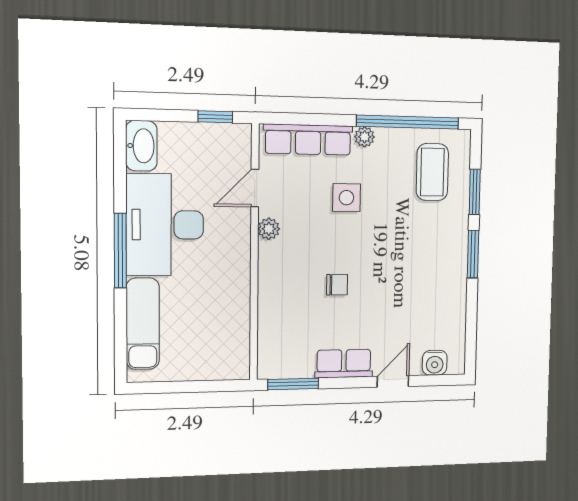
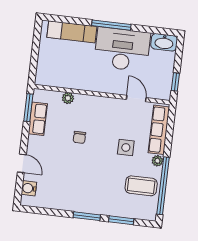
coffee table: (432, 172) -> (141, 186), moved
plant: (269, 229) -> (68, 98), moved
row of seats: (344, 364) -> (38, 119), moved

